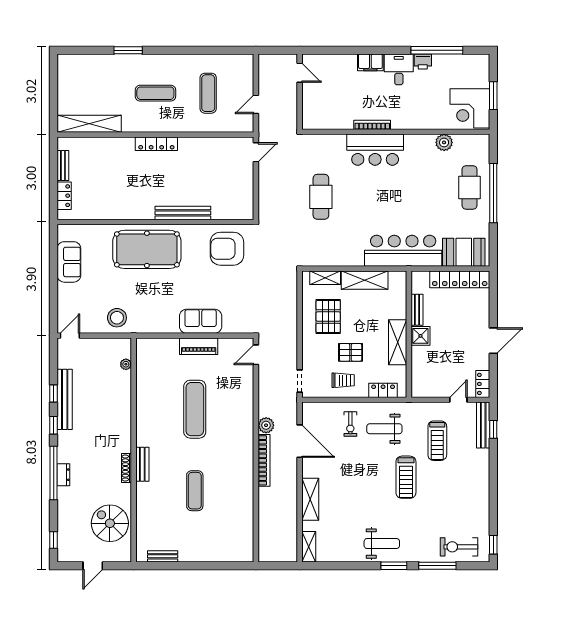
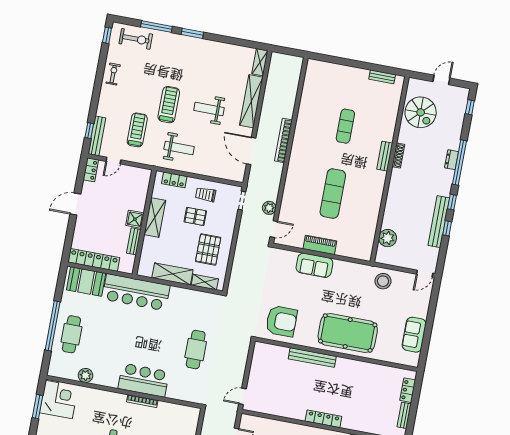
plant: (126, 364) -> (388, 238), width x1.88, depth x1.88
exercise bike: (350, 424) -> (113, 74), moved
plant: (266, 425) -> (269, 208), moved
shelving: (310, 499) -> (251, 101), width x1.47
weight bench: (382, 544) -> (209, 109), moved

